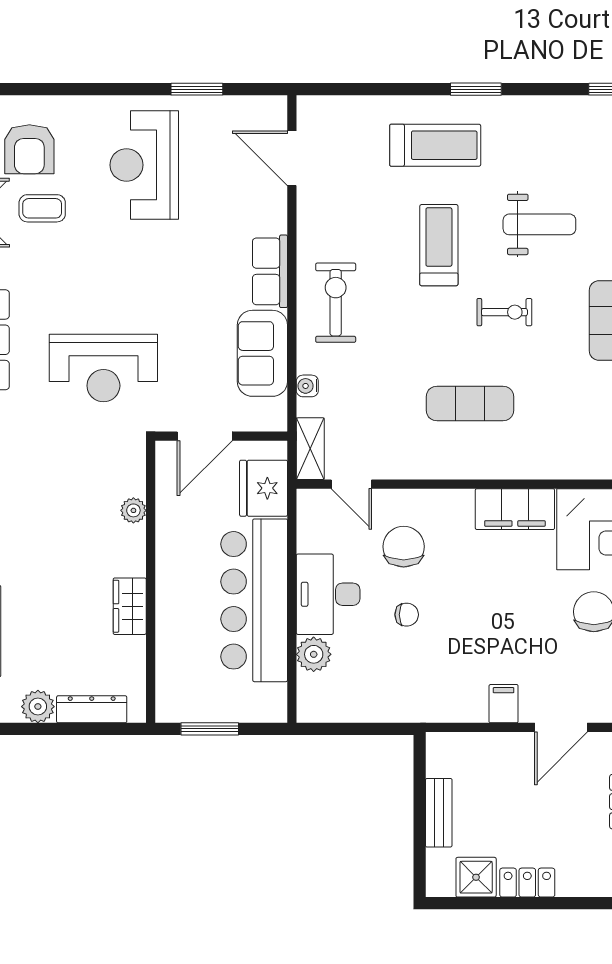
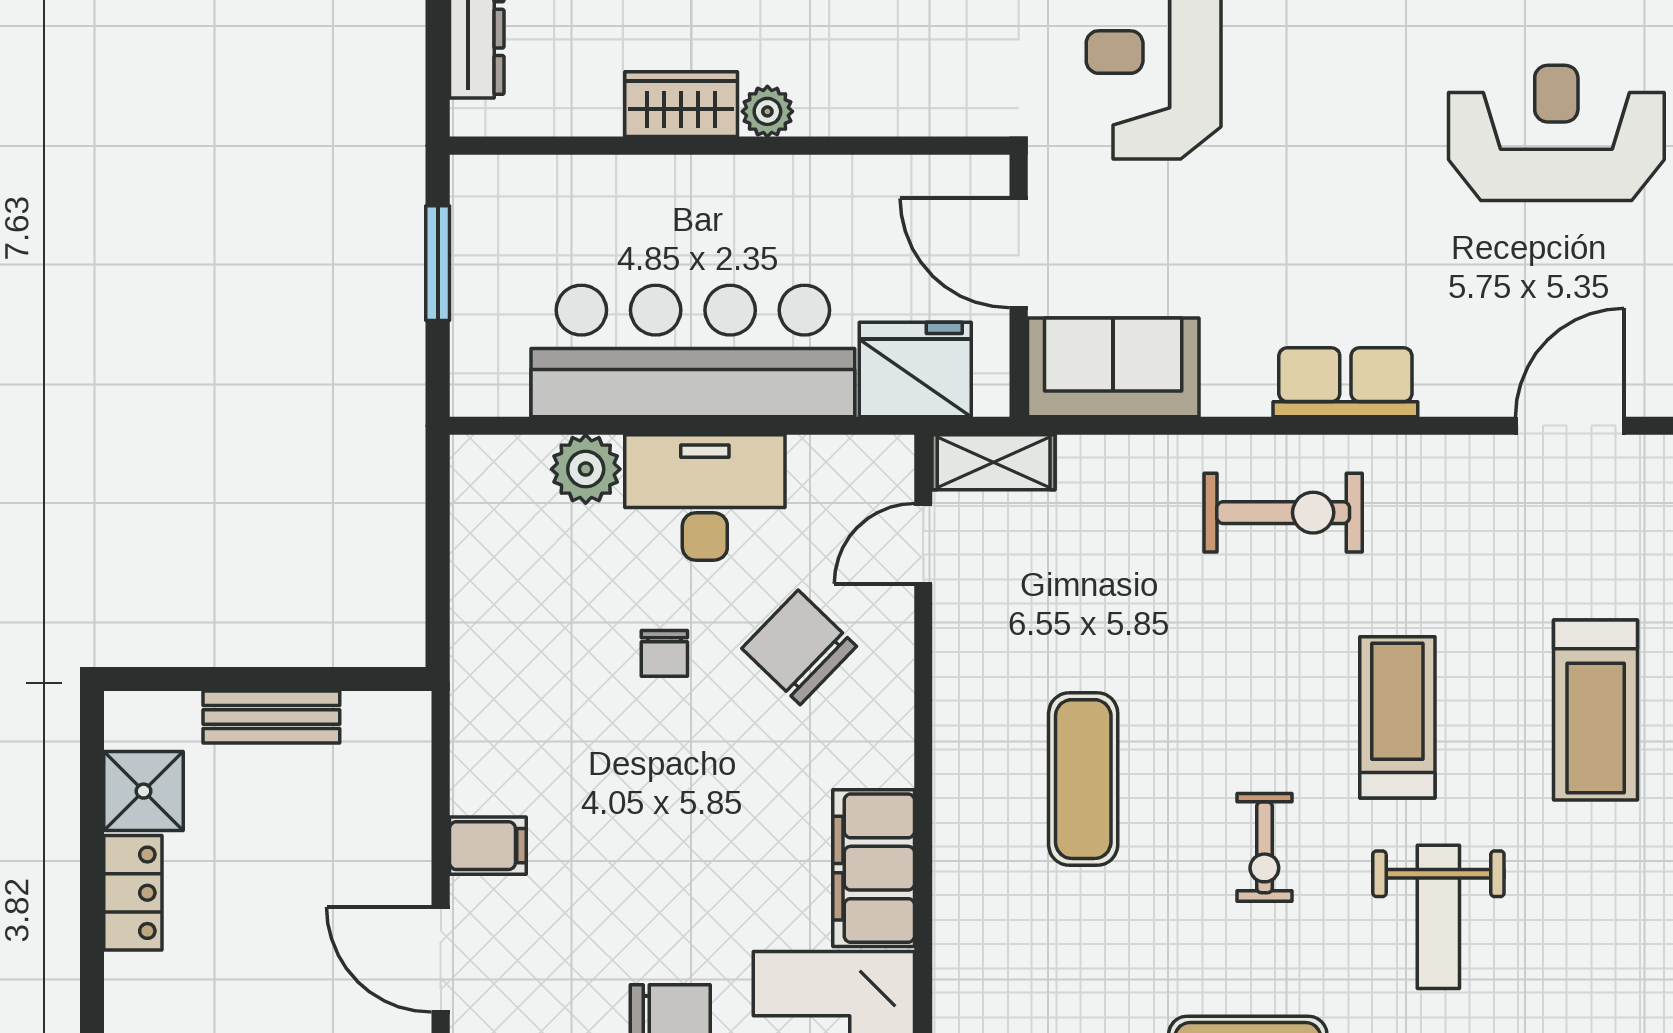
treadmill: (439, 245) -> (1397, 717), turned -90
sofa: (262, 353) -> (1113, 367), moved
water cooler: (307, 386) -> (1118, 456), removed
plant: (133, 510) -> (767, 111), moved
chair: (404, 547) -> (799, 647), turned -136

